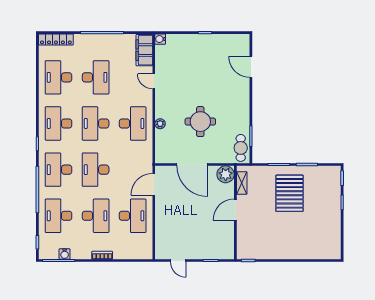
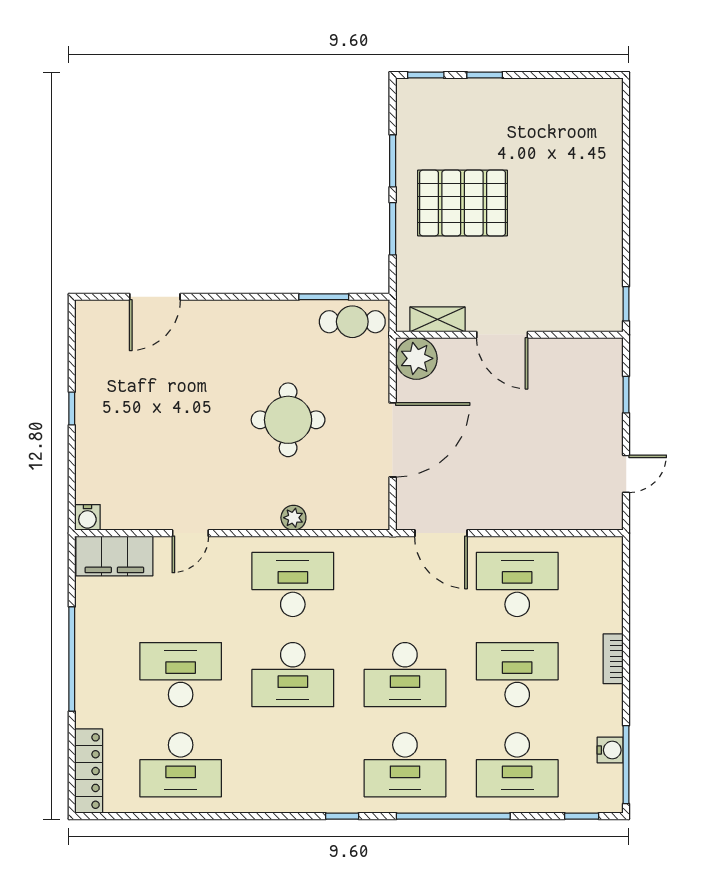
desk: (58, 123) -> (293, 765), removed

